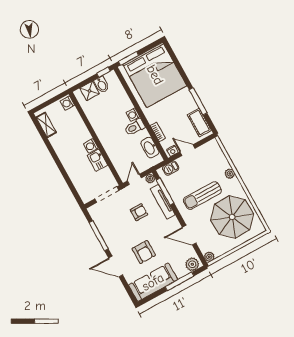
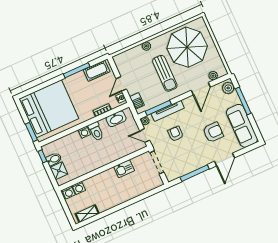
washing machine: (91, 146) -> (79, 188), moved
plant: (209, 257) -> (213, 76), moved

